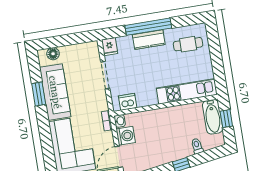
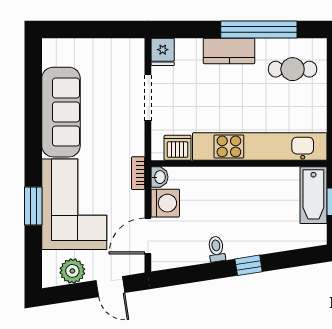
window: (148, 27) -> (259, 30), moved
floor lamp: (53, 54) -> (68, 48), removed
kitchen unit: (187, 91) -> (260, 146), width x1.36
window: (39, 94) -> (33, 206), moved
toilet: (197, 146) -> (216, 249), moved

